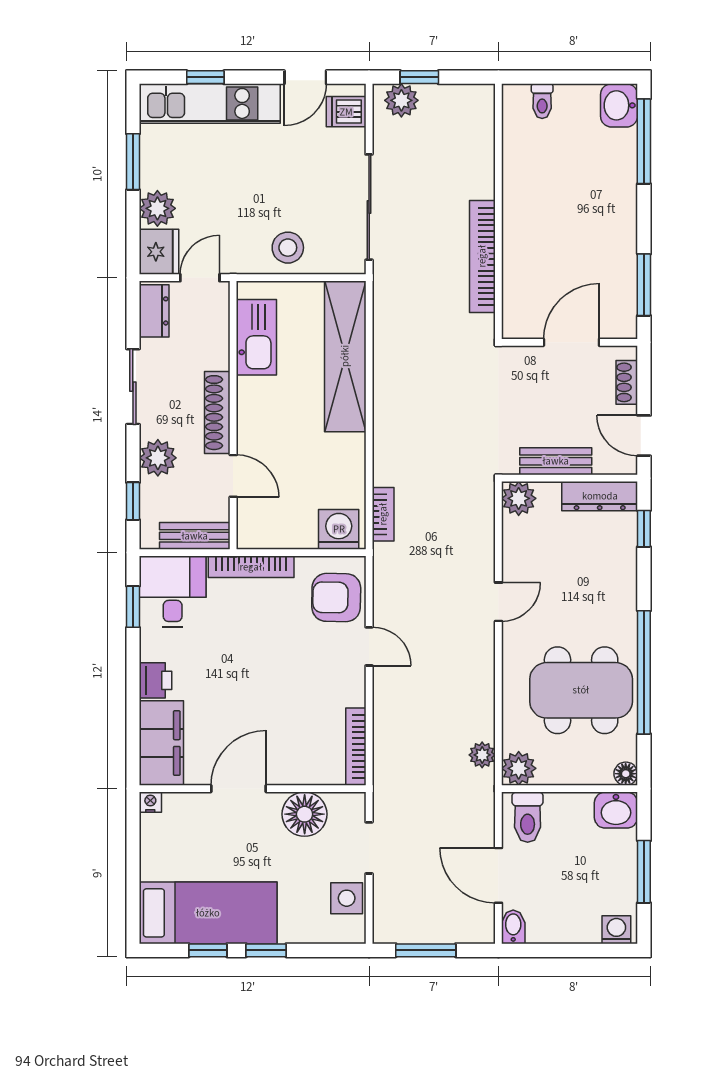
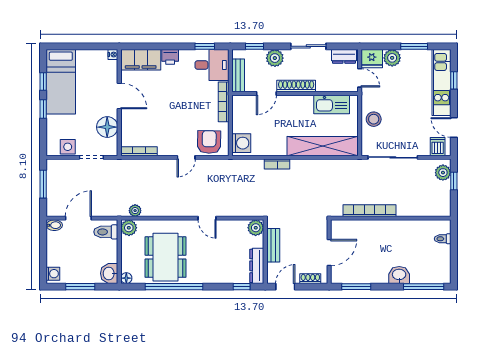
washbasin: (619, 105) -> (399, 275), moved
door: (571, 342) -> (329, 253), hinge flipped
bookcase: (383, 514) -> (277, 164), moved

